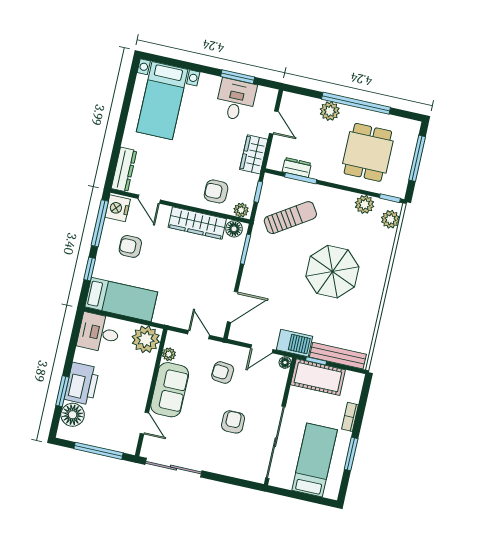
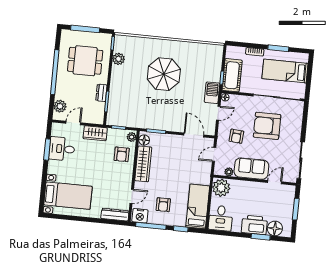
plant: (330, 111) -> (60, 106), moved
dresser: (297, 167) -> (101, 93), moved
sun lounger: (290, 218) -> (133, 105), removed
plant: (390, 219) -> (126, 41), removed
door: (262, 349) -> (218, 113), hinge flipped
bench: (338, 356) -> (217, 64), removed
armchair: (233, 422) -> (267, 126), width x1.88, depth x1.88
window: (99, 451) -> (296, 209), width x0.69

